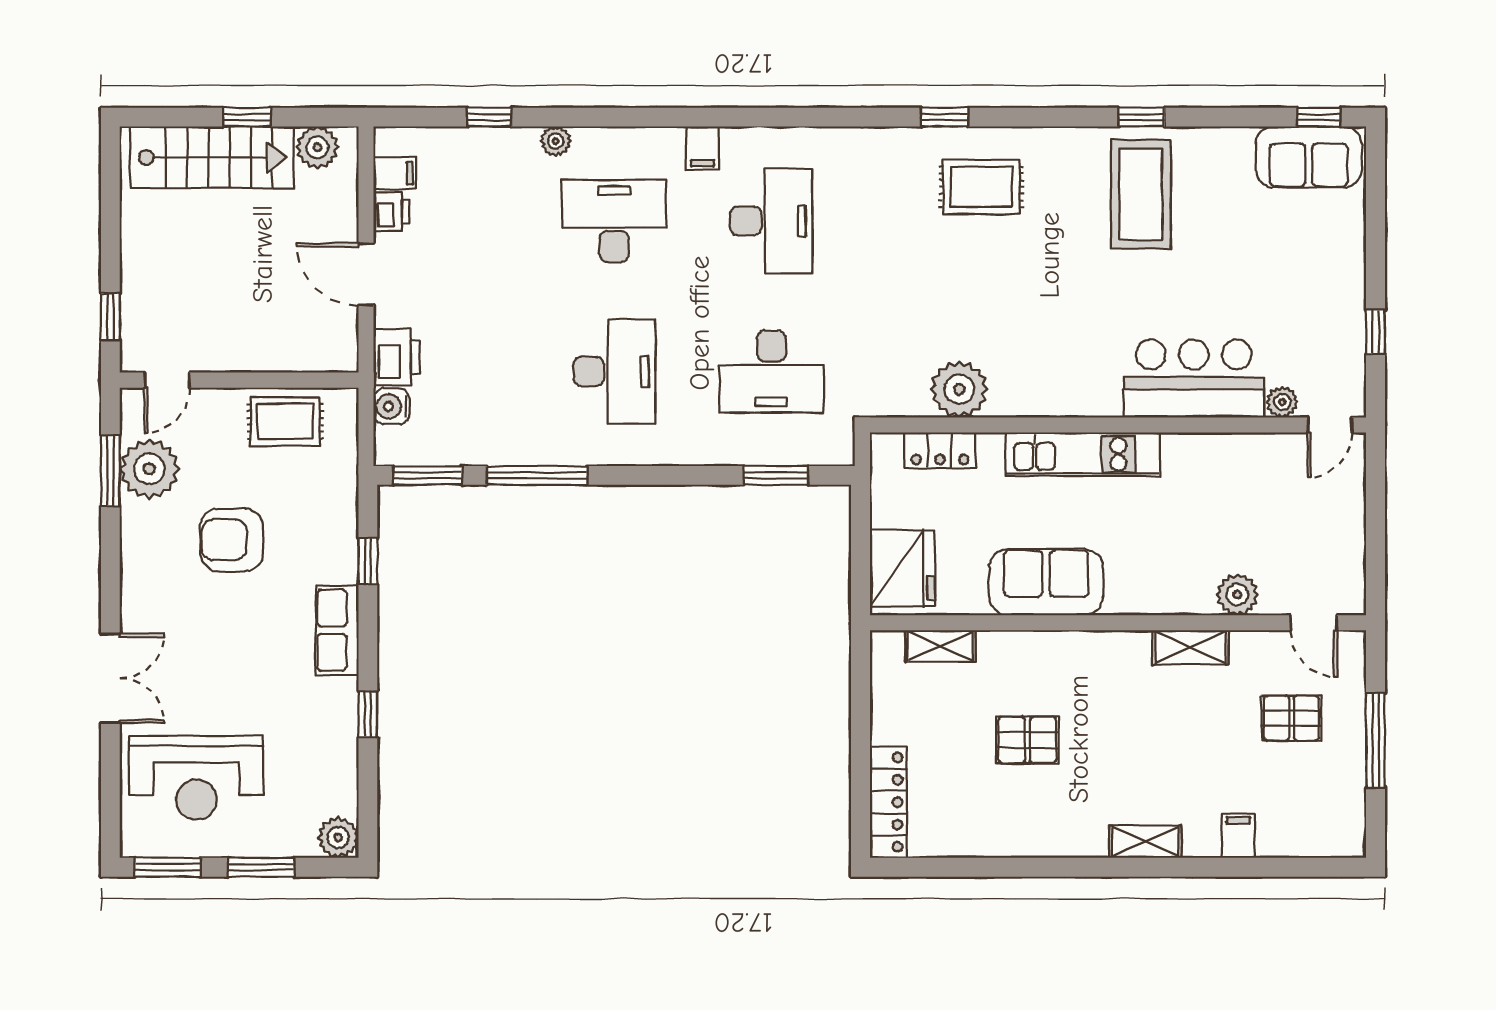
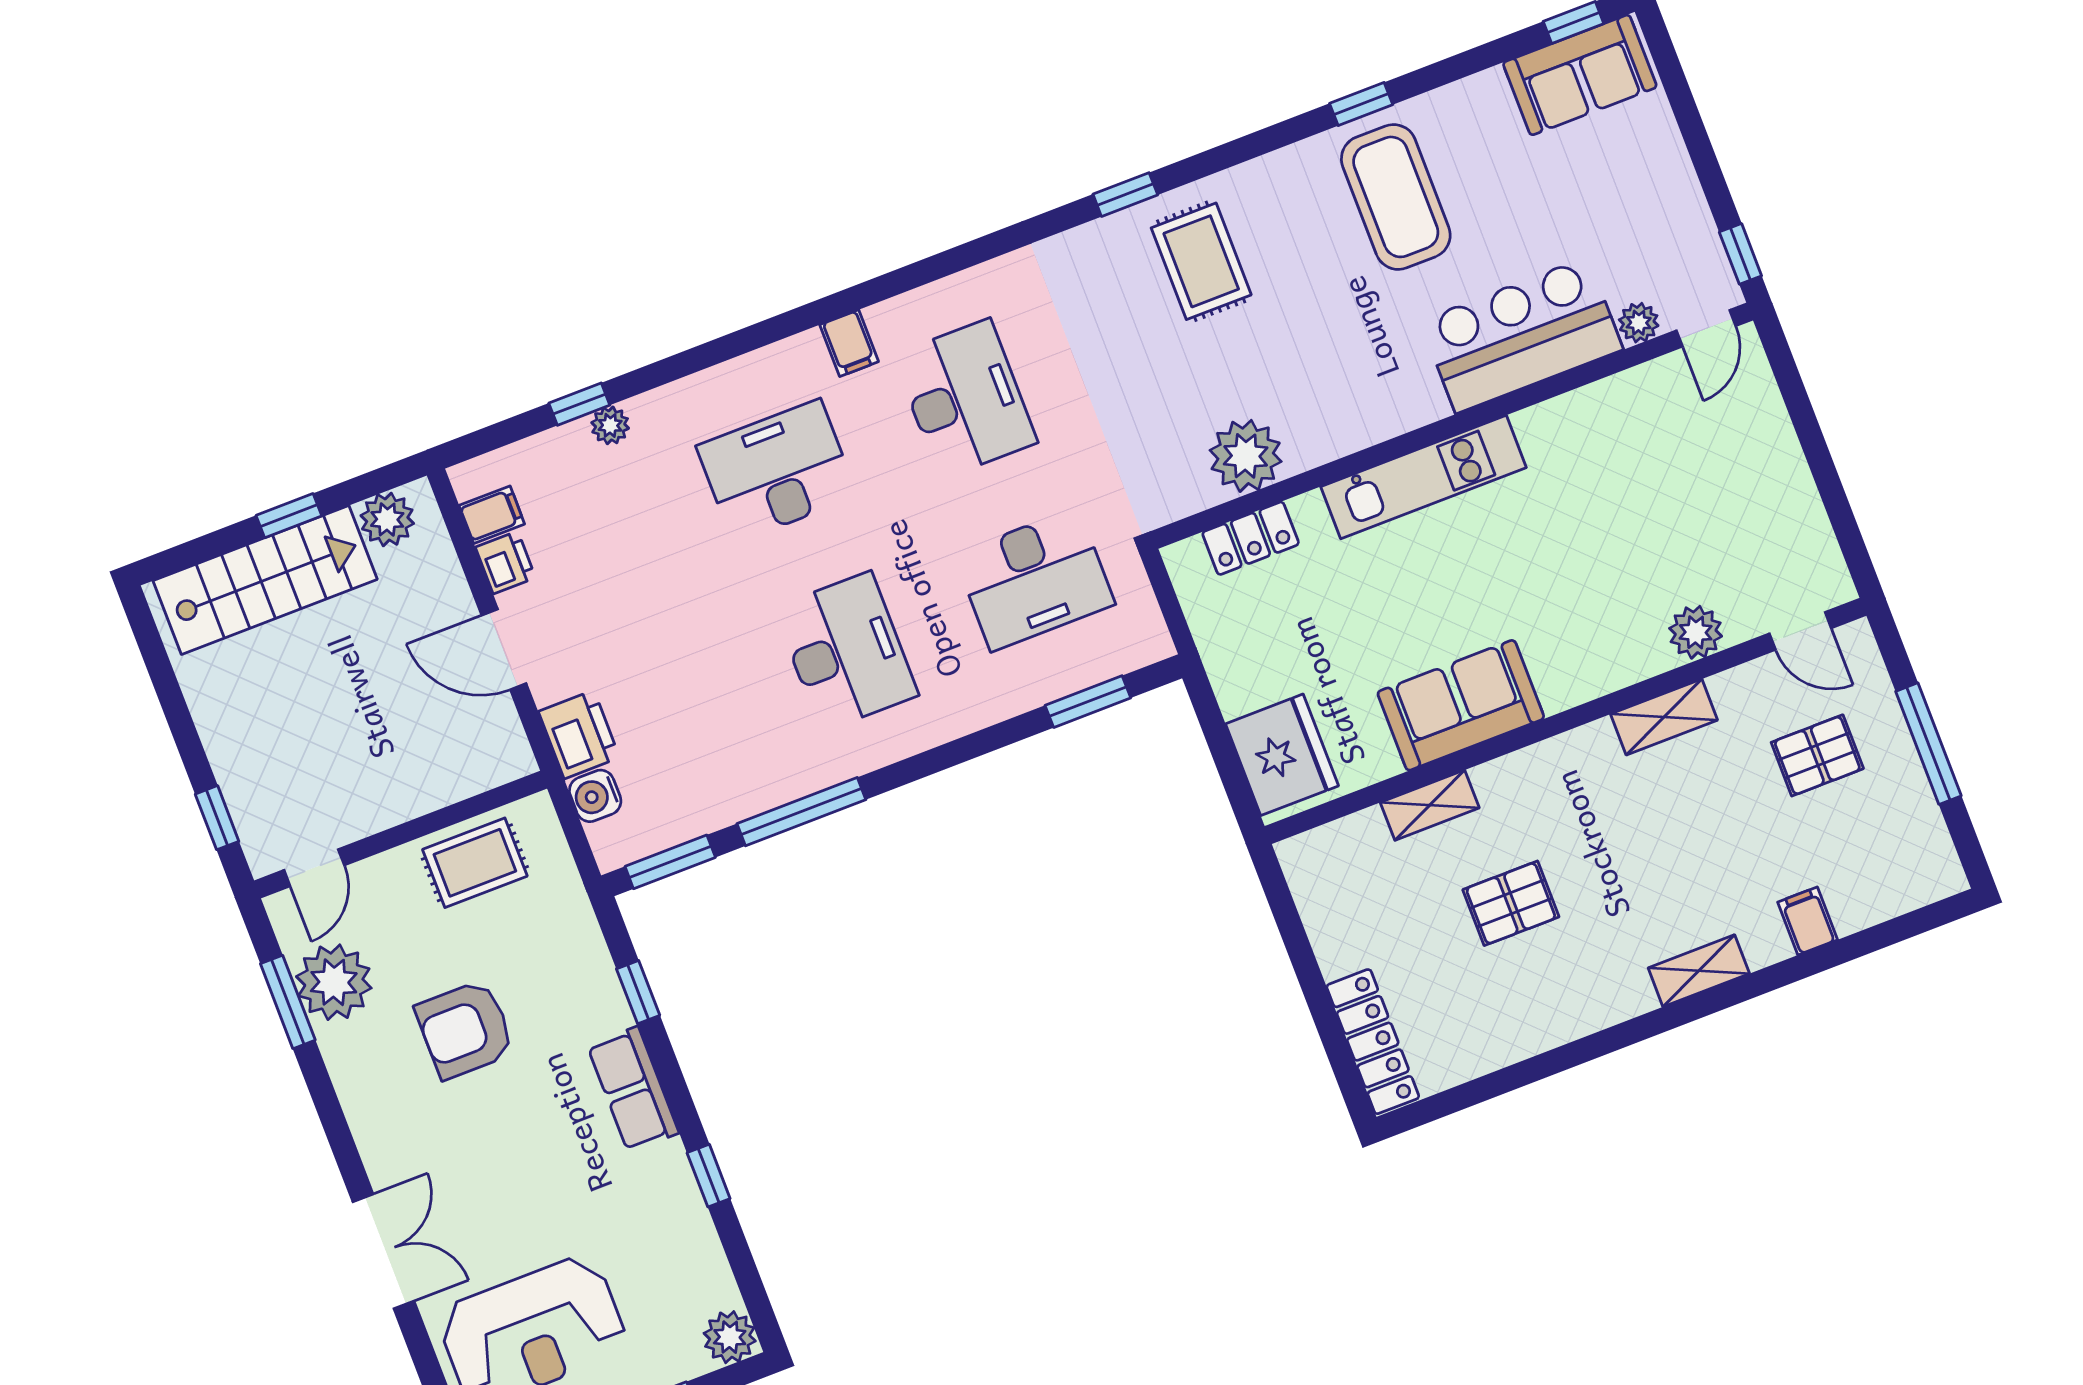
plant: (556, 141) -> (610, 425), moved
rug: (981, 187) -> (1201, 261), turned 90
bar counter: (1194, 379) -> (1522, 335), moved
plant: (959, 389) -> (1246, 456), moved
plant: (1282, 402) -> (1639, 323), moved
wall: (1118, 425) -> (1452, 426), moved
door: (1330, 425) -> (1706, 328), moved
locker: (940, 450) -> (1251, 538), moved
kitchen unit: (1083, 454) -> (1424, 477), moved
shelving: (940, 646) -> (1430, 805), moved

